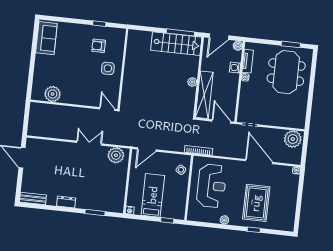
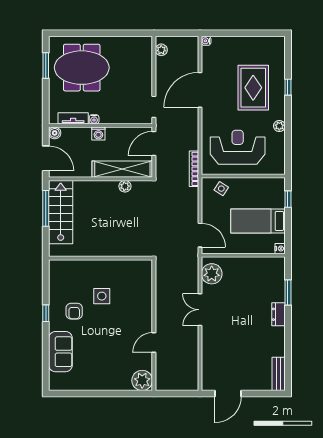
sofa: (46, 38) -> (60, 352), moved, turned 90
washing machine: (235, 68) -> (98, 134), moved
wall: (123, 69) -> (101, 258), moved
plant: (192, 82) -> (125, 186), moved
plant: (53, 94) -> (142, 380), moved
door: (107, 109) -> (154, 343), moved
plant: (293, 139) -> (161, 50), width x0.53, depth x0.53
dresser: (66, 202) -> (278, 314), moved
rug: (256, 203) -> (253, 88), turned 90

